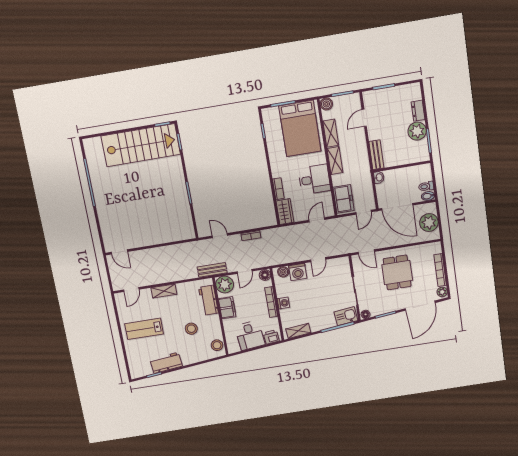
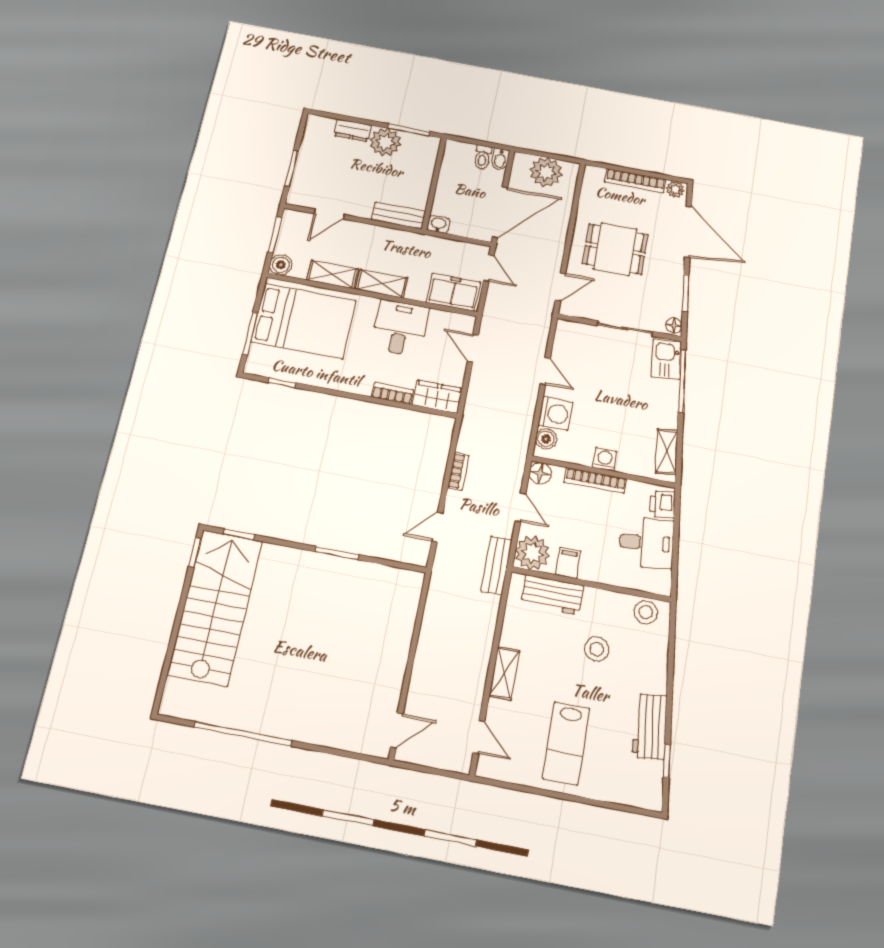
door: (364, 118) -> (329, 214), hinge flipped
filing cabinet: (227, 308) -> (568, 563), width x0.50

